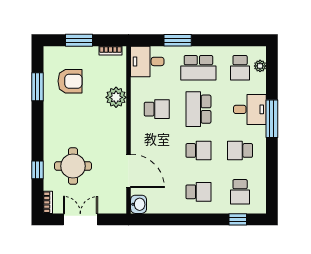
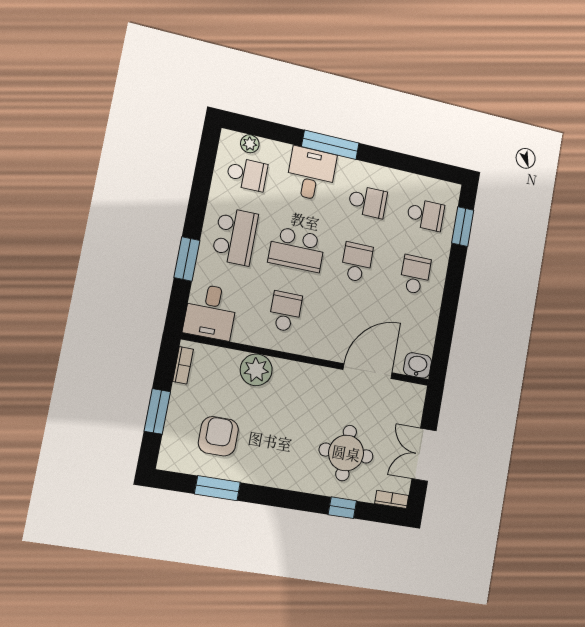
school desk: (240, 150) -> (368, 202), turned -90
window: (238, 219) -> (463, 227), width x1.50

